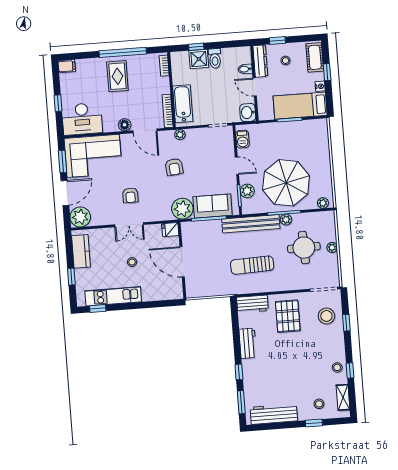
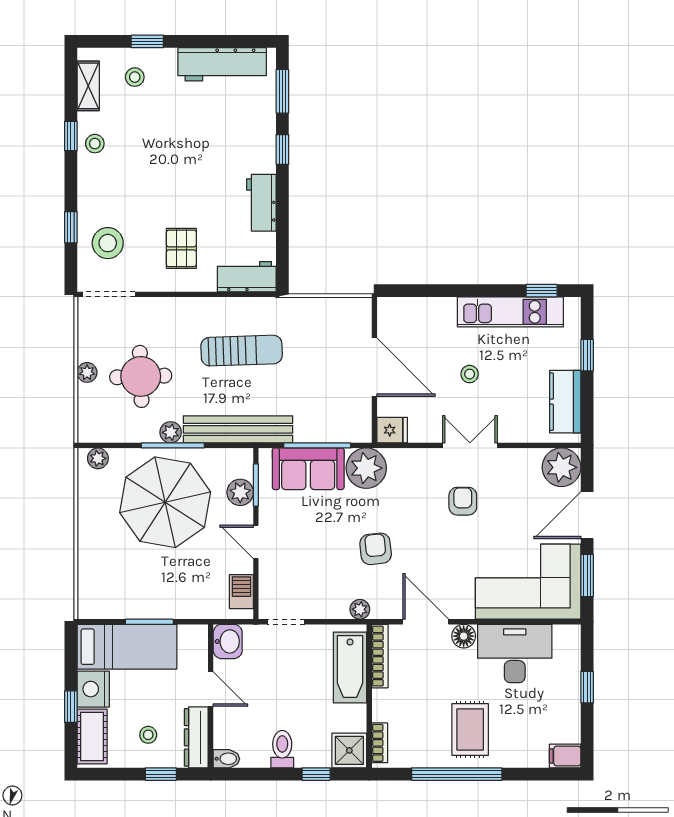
shower: (199, 59) -> (349, 750), moved
bidet: (245, 69) -> (226, 759), moved
nightstand: (320, 86) -> (93, 689), width x1.89, depth x1.79
desk: (82, 119) -> (515, 653), moved
pallet: (288, 316) -> (181, 248), width x0.67, depth x0.71

